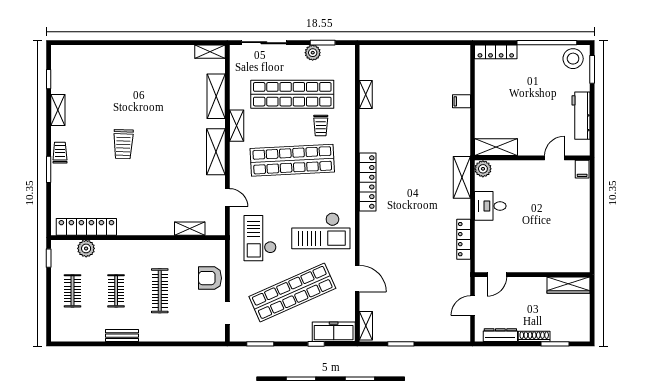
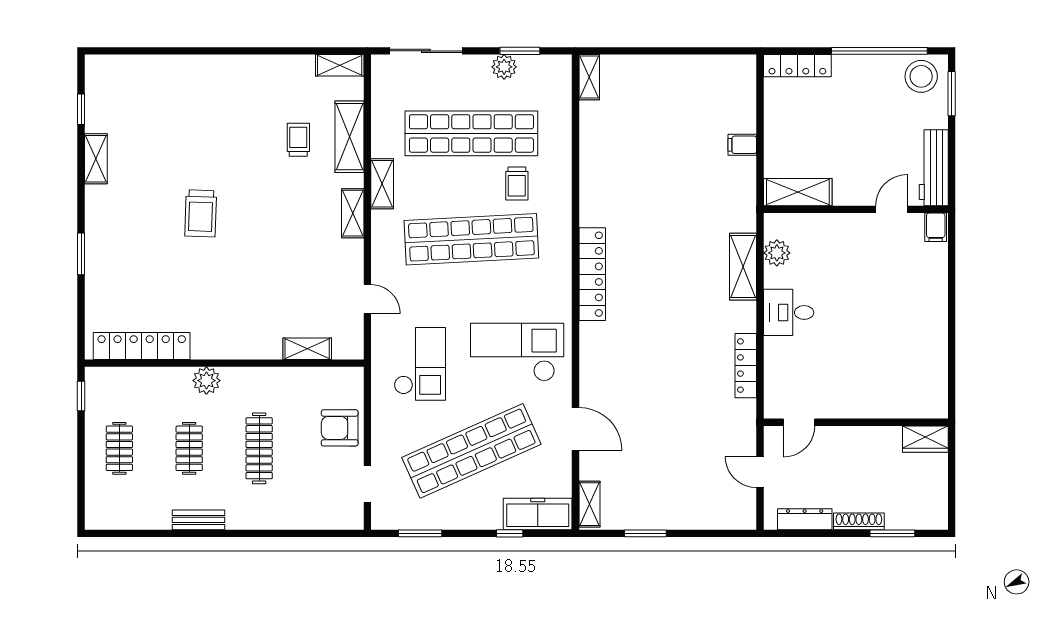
shelving: (366, 95) -> (589, 77), moved
shelving: (496, 147) -> (798, 192), moved
shelving: (216, 152) -> (353, 213), width x0.67, depth x0.75
trolley: (60, 153) -> (298, 140), moved
wall: (532, 158) -> (856, 209), moved
door: (554, 158) -> (891, 209), moved
filing cabinet: (582, 169) -> (936, 227), moved
checkout: (321, 231) -> (517, 352), turned 180
checkout: (260, 238) -> (420, 364), turned 180
plant: (86, 248) -> (206, 381), moved
wardrobe: (569, 285) -> (925, 439), width x0.67
door: (472, 306) -> (760, 472), hinge flipped

